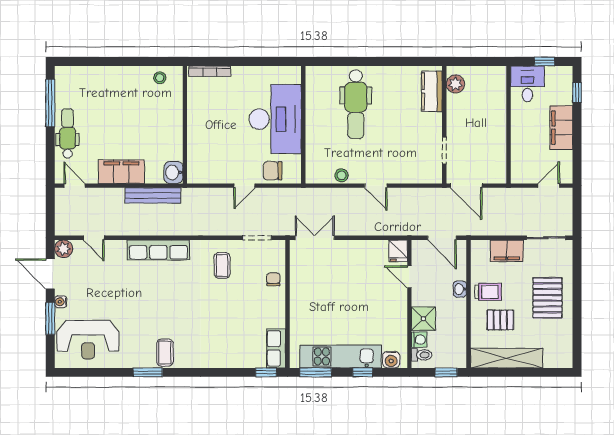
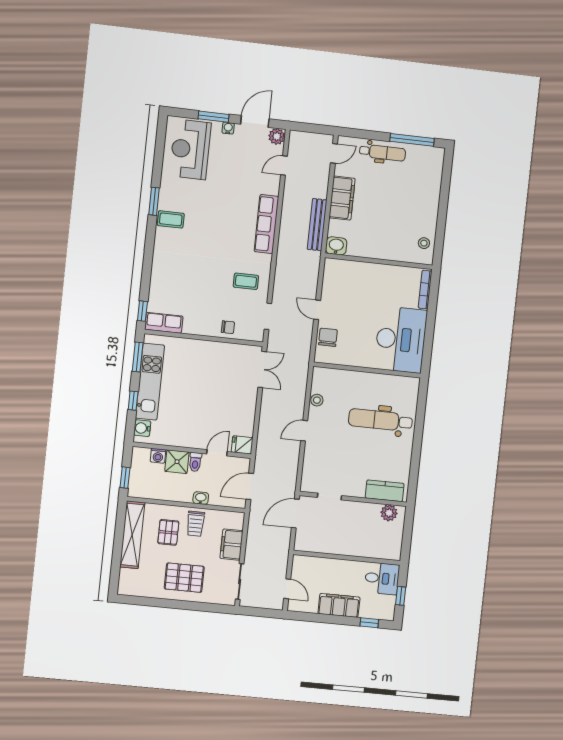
desk: (275, 119) -> (401, 340), moved, turned -90
toilet: (422, 355) -> (195, 462), moved

